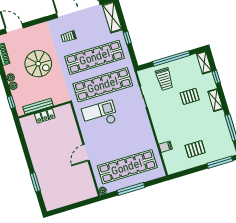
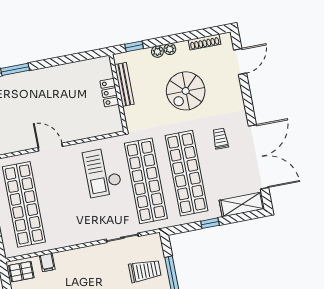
trolley: (164, 79) -> (145, 271), turned 180
checkout: (100, 115) -> (102, 172), turned 180
pallet: (174, 164) -> (21, 272), added

